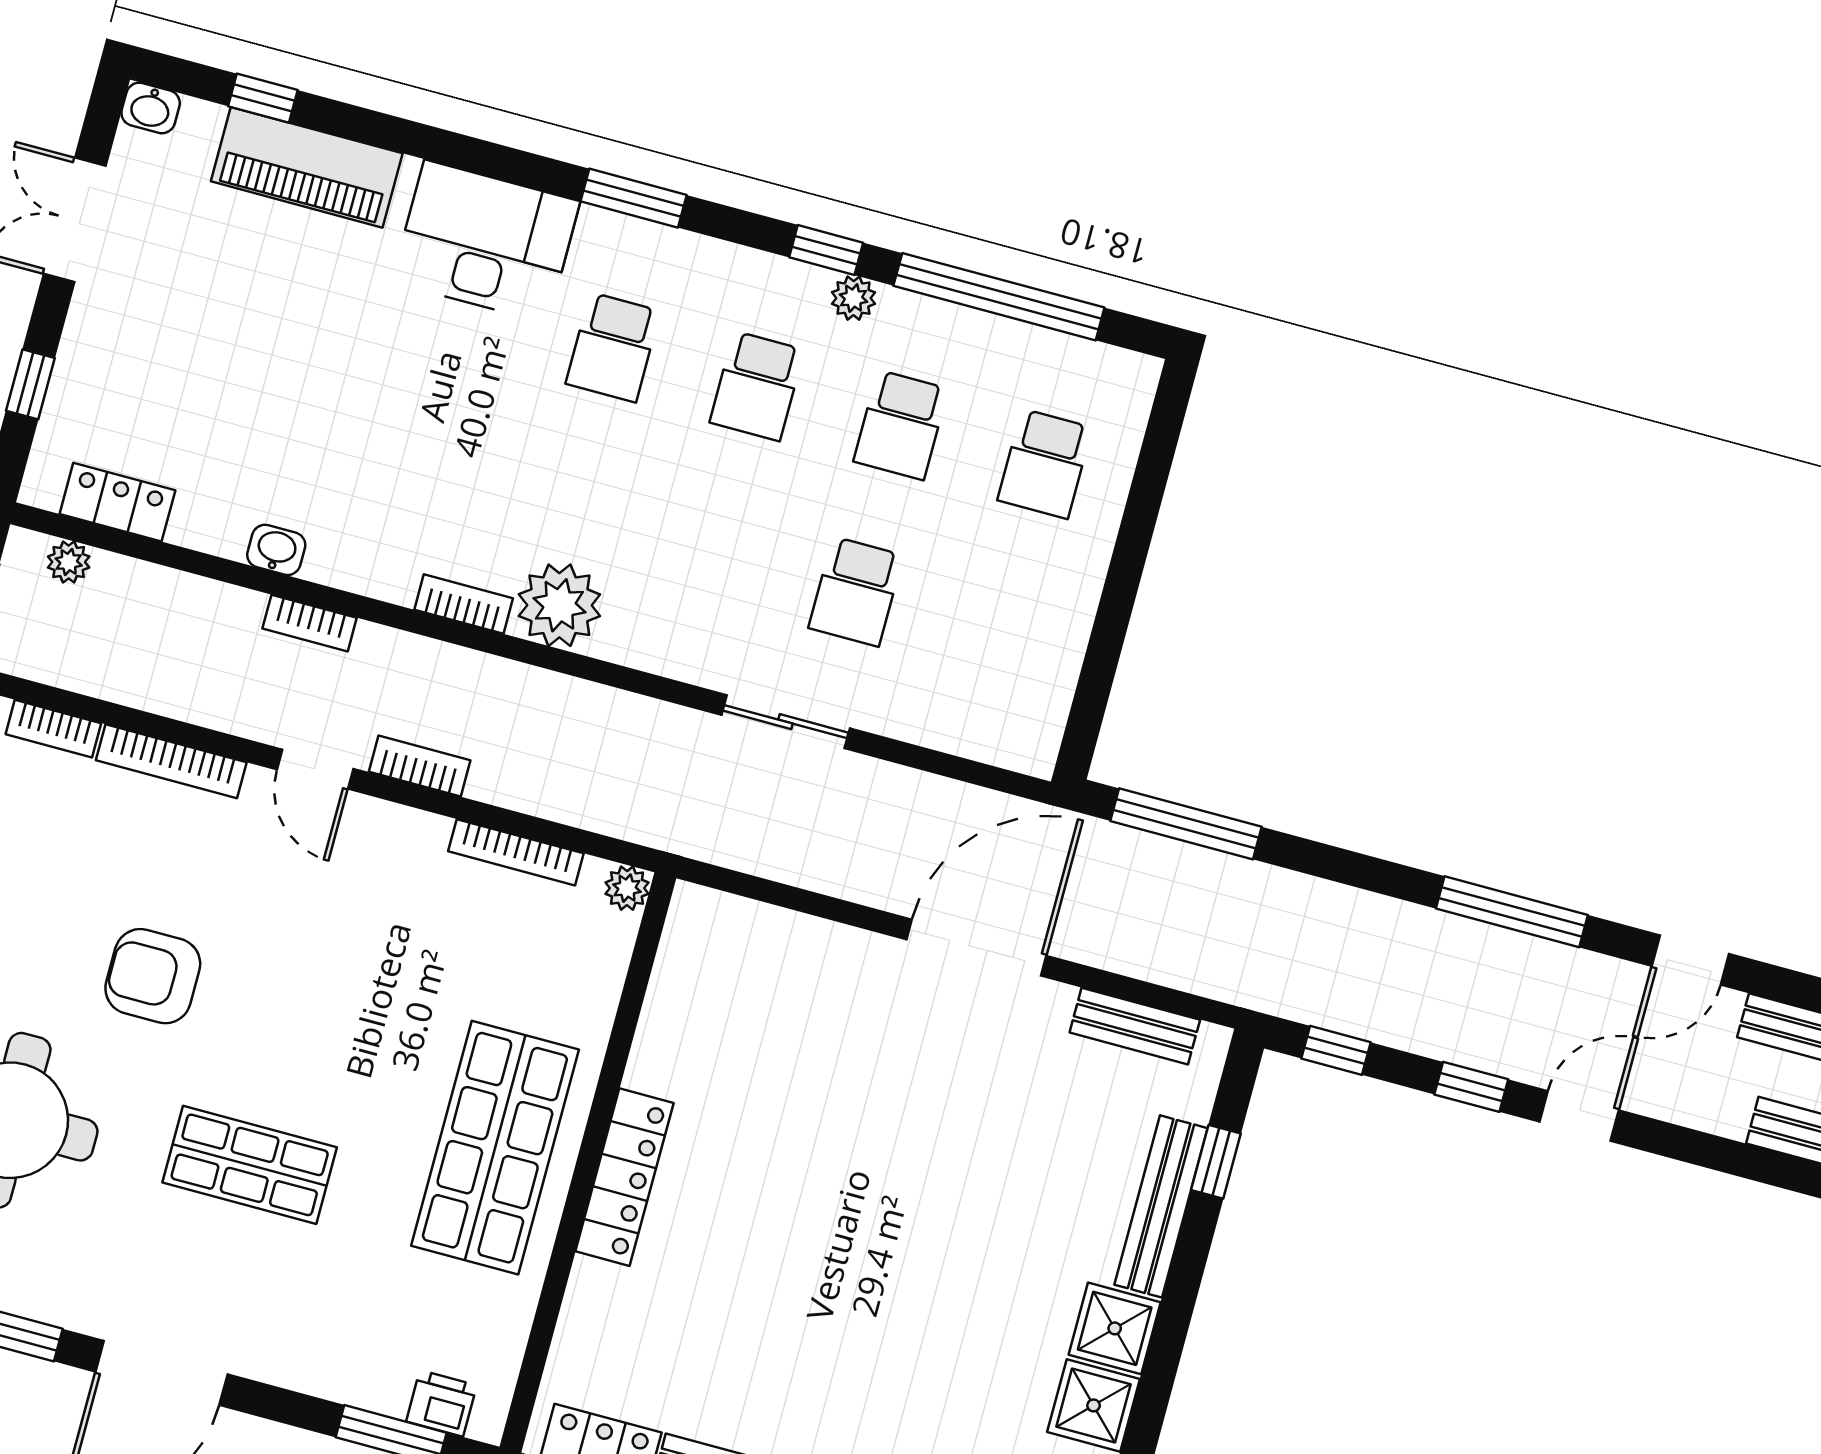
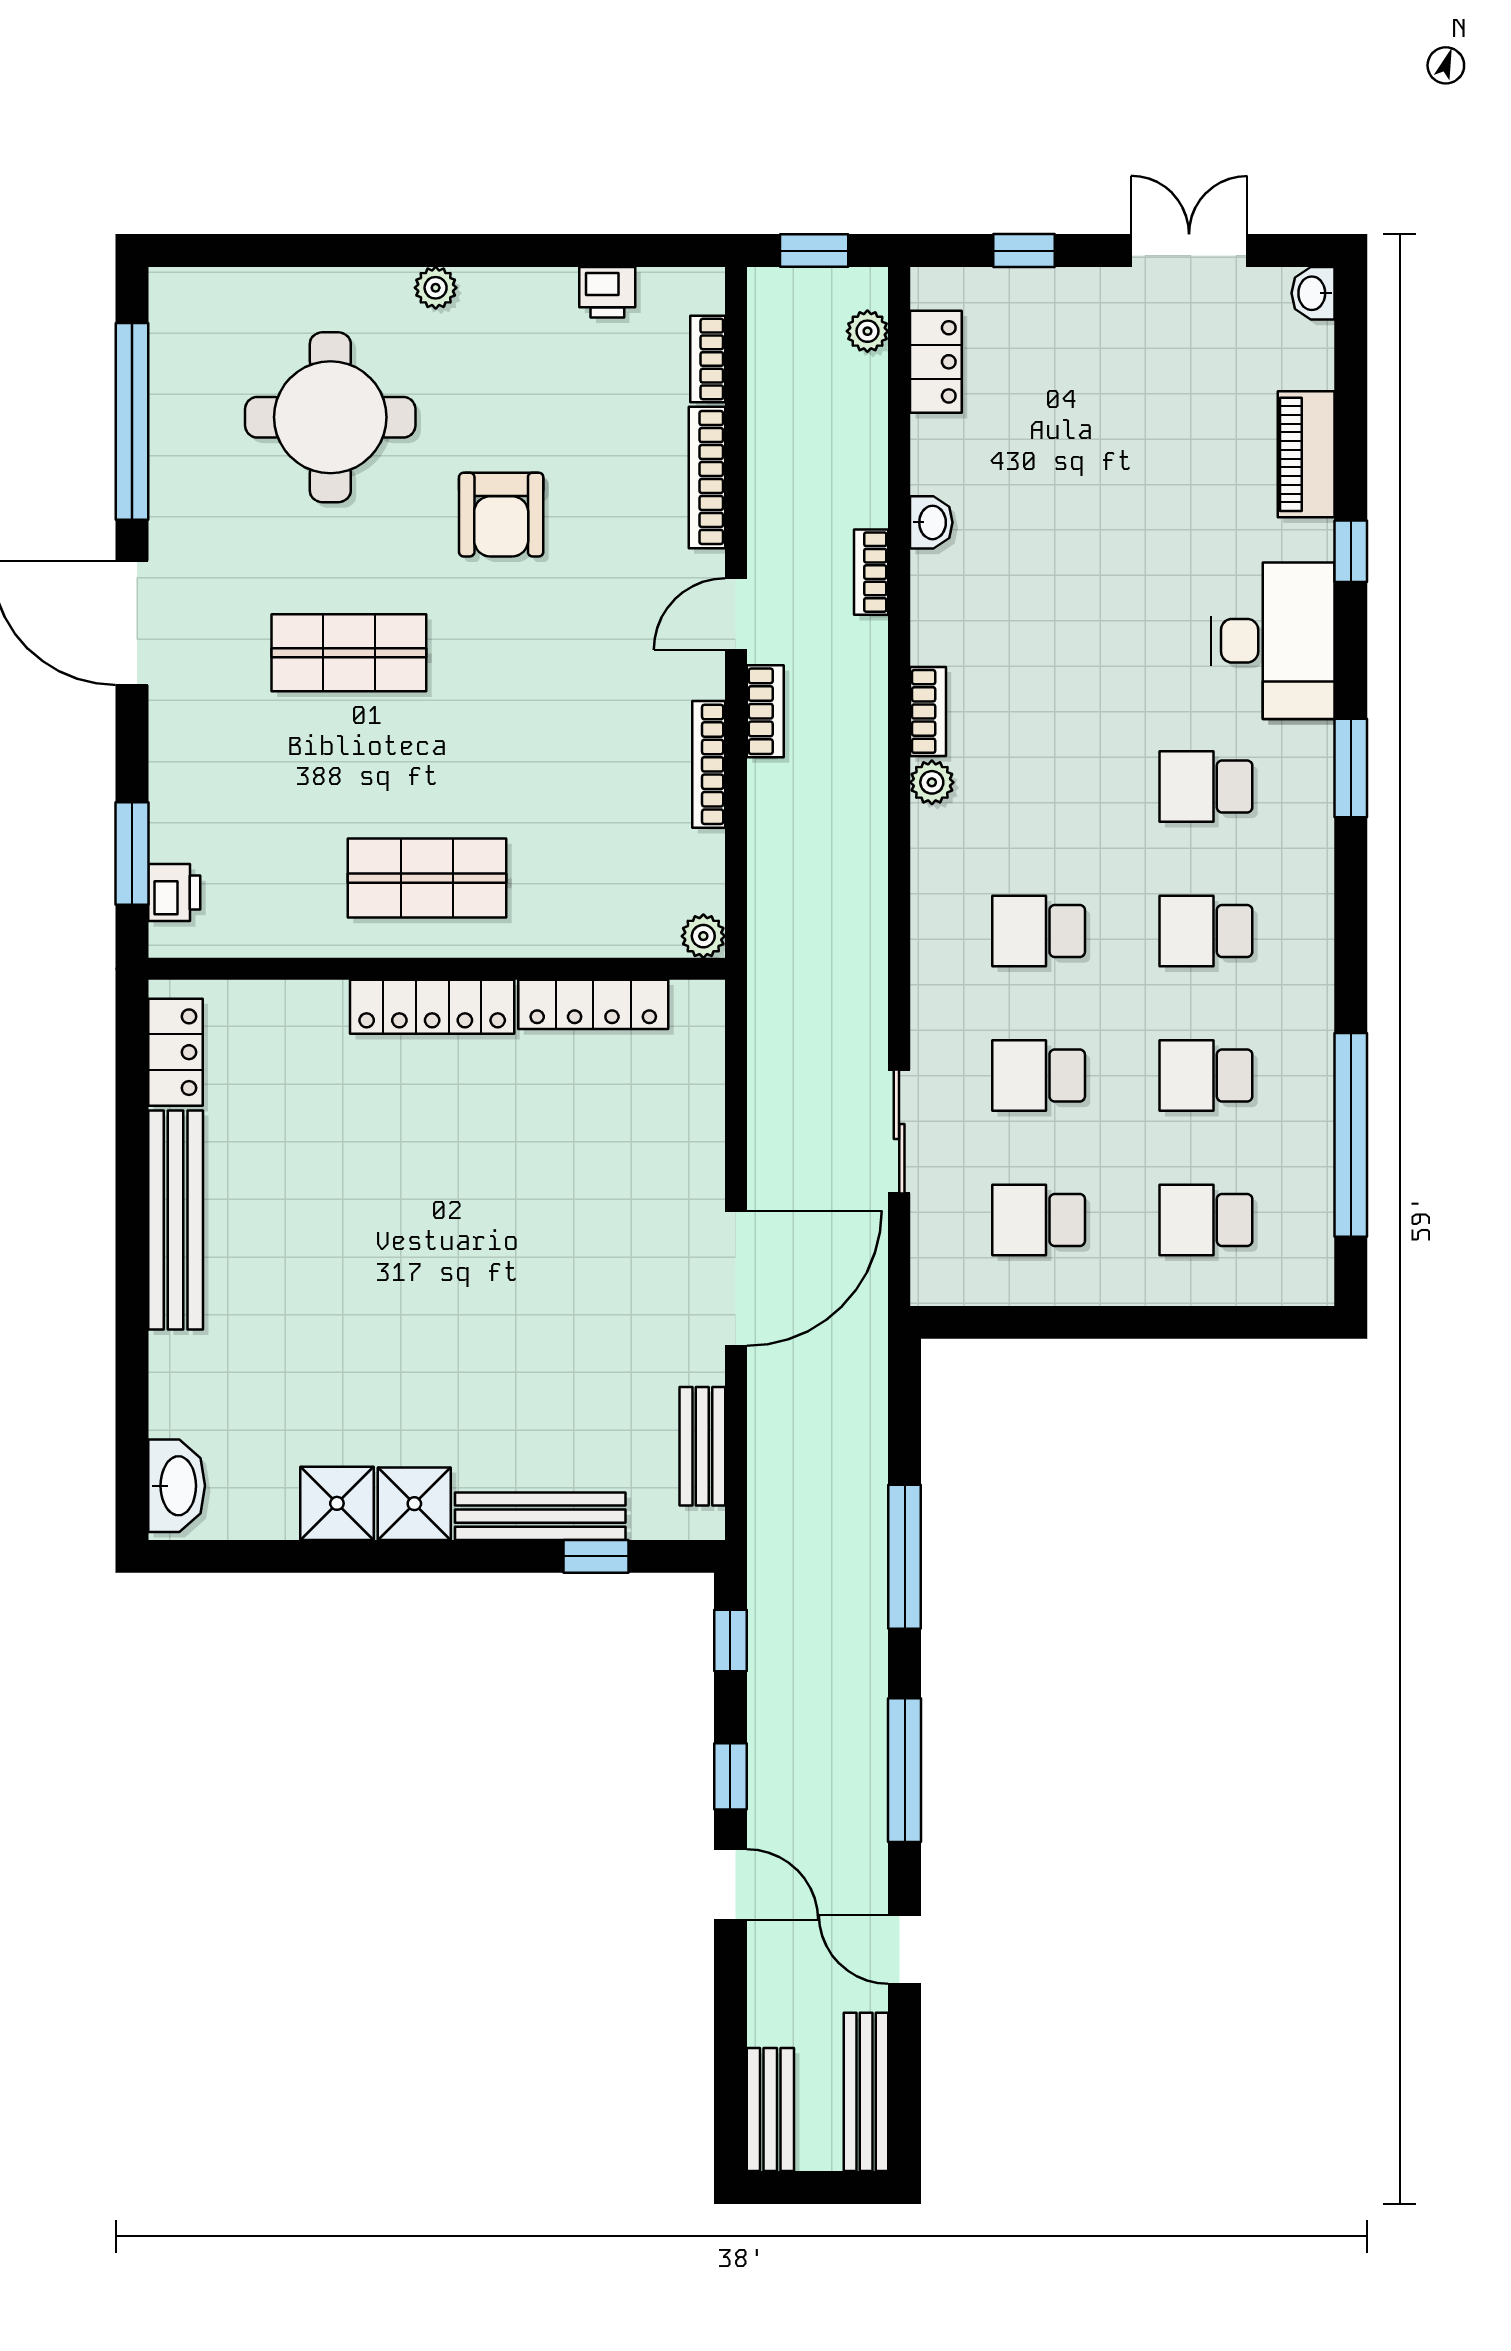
window: (263, 98) -> (1351, 551), moved
piano: (307, 167) -> (1306, 454), width x0.73, depth x0.75
window: (826, 250) -> (1351, 961), removed
plant: (853, 298) -> (1313, 999), removed
school desk: (712, 553) -> (1039, 931), added
plant: (559, 605) -> (932, 782), width x0.53, depth x0.53
school desk: (1000, 630) -> (1039, 1220), added
sliding door: (786, 722) -> (899, 1131), moved
window: (1186, 824) -> (905, 1557), moved
bookcase: (516, 852) -> (709, 764), moved
door: (977, 948) -> (736, 1278), hinge flipped
armchair: (153, 976) -> (501, 515), turned 180
locker: (665, 1016) -> (593, 1004), added
shop shelf: (495, 1148) -> (427, 878), width x0.70, depth x0.74
shop shelf: (250, 1165) -> (349, 653), turned 90

